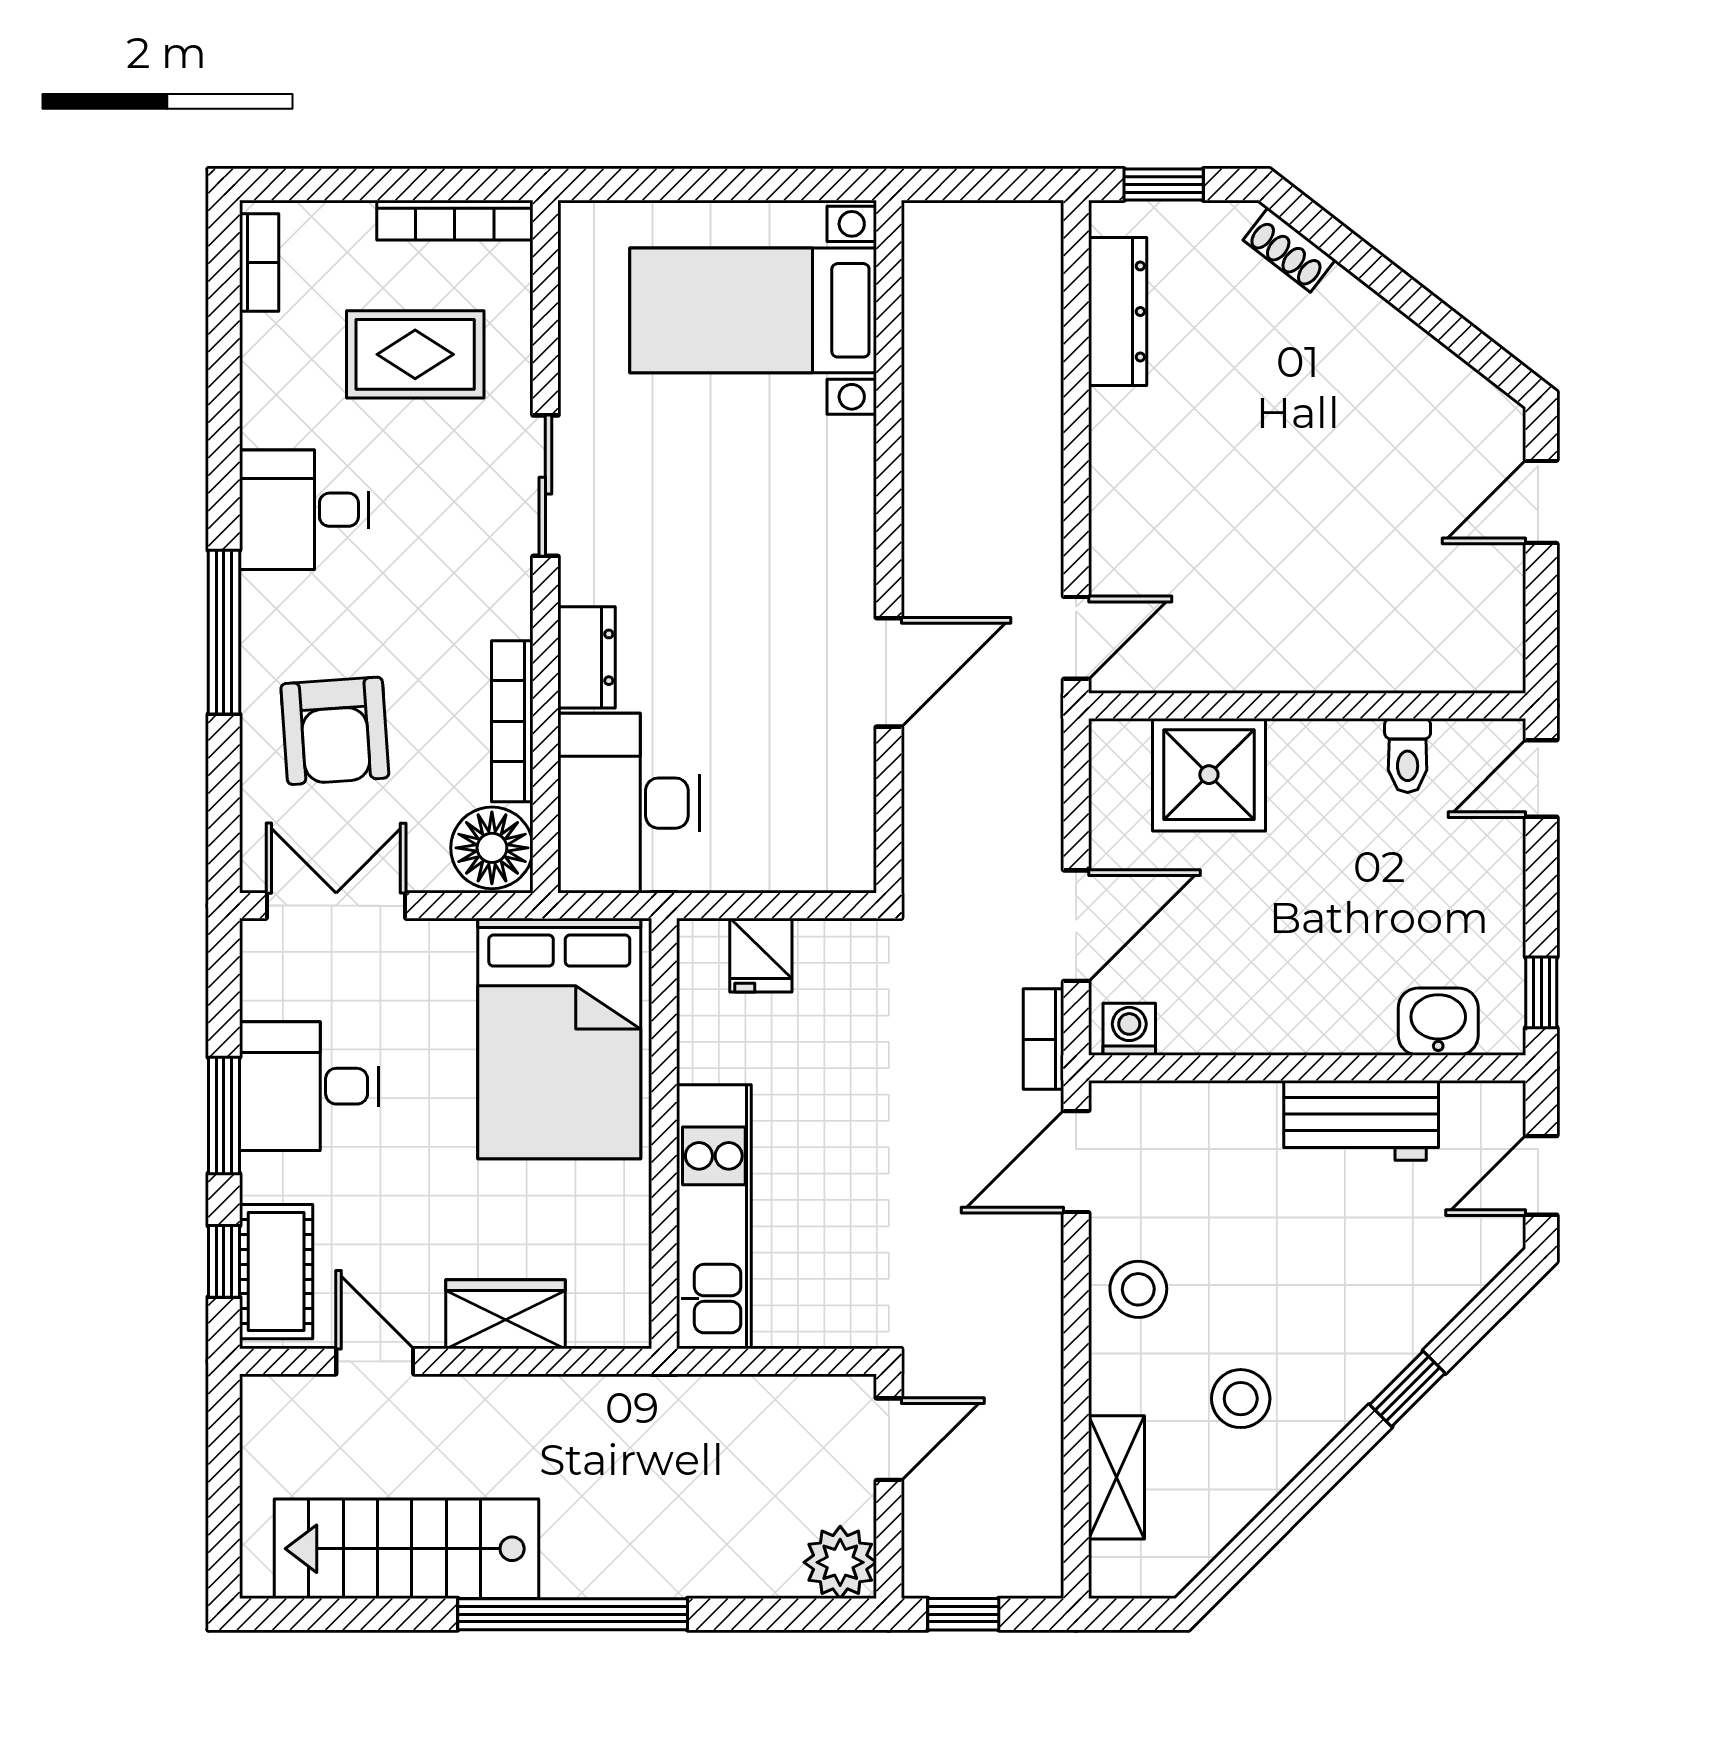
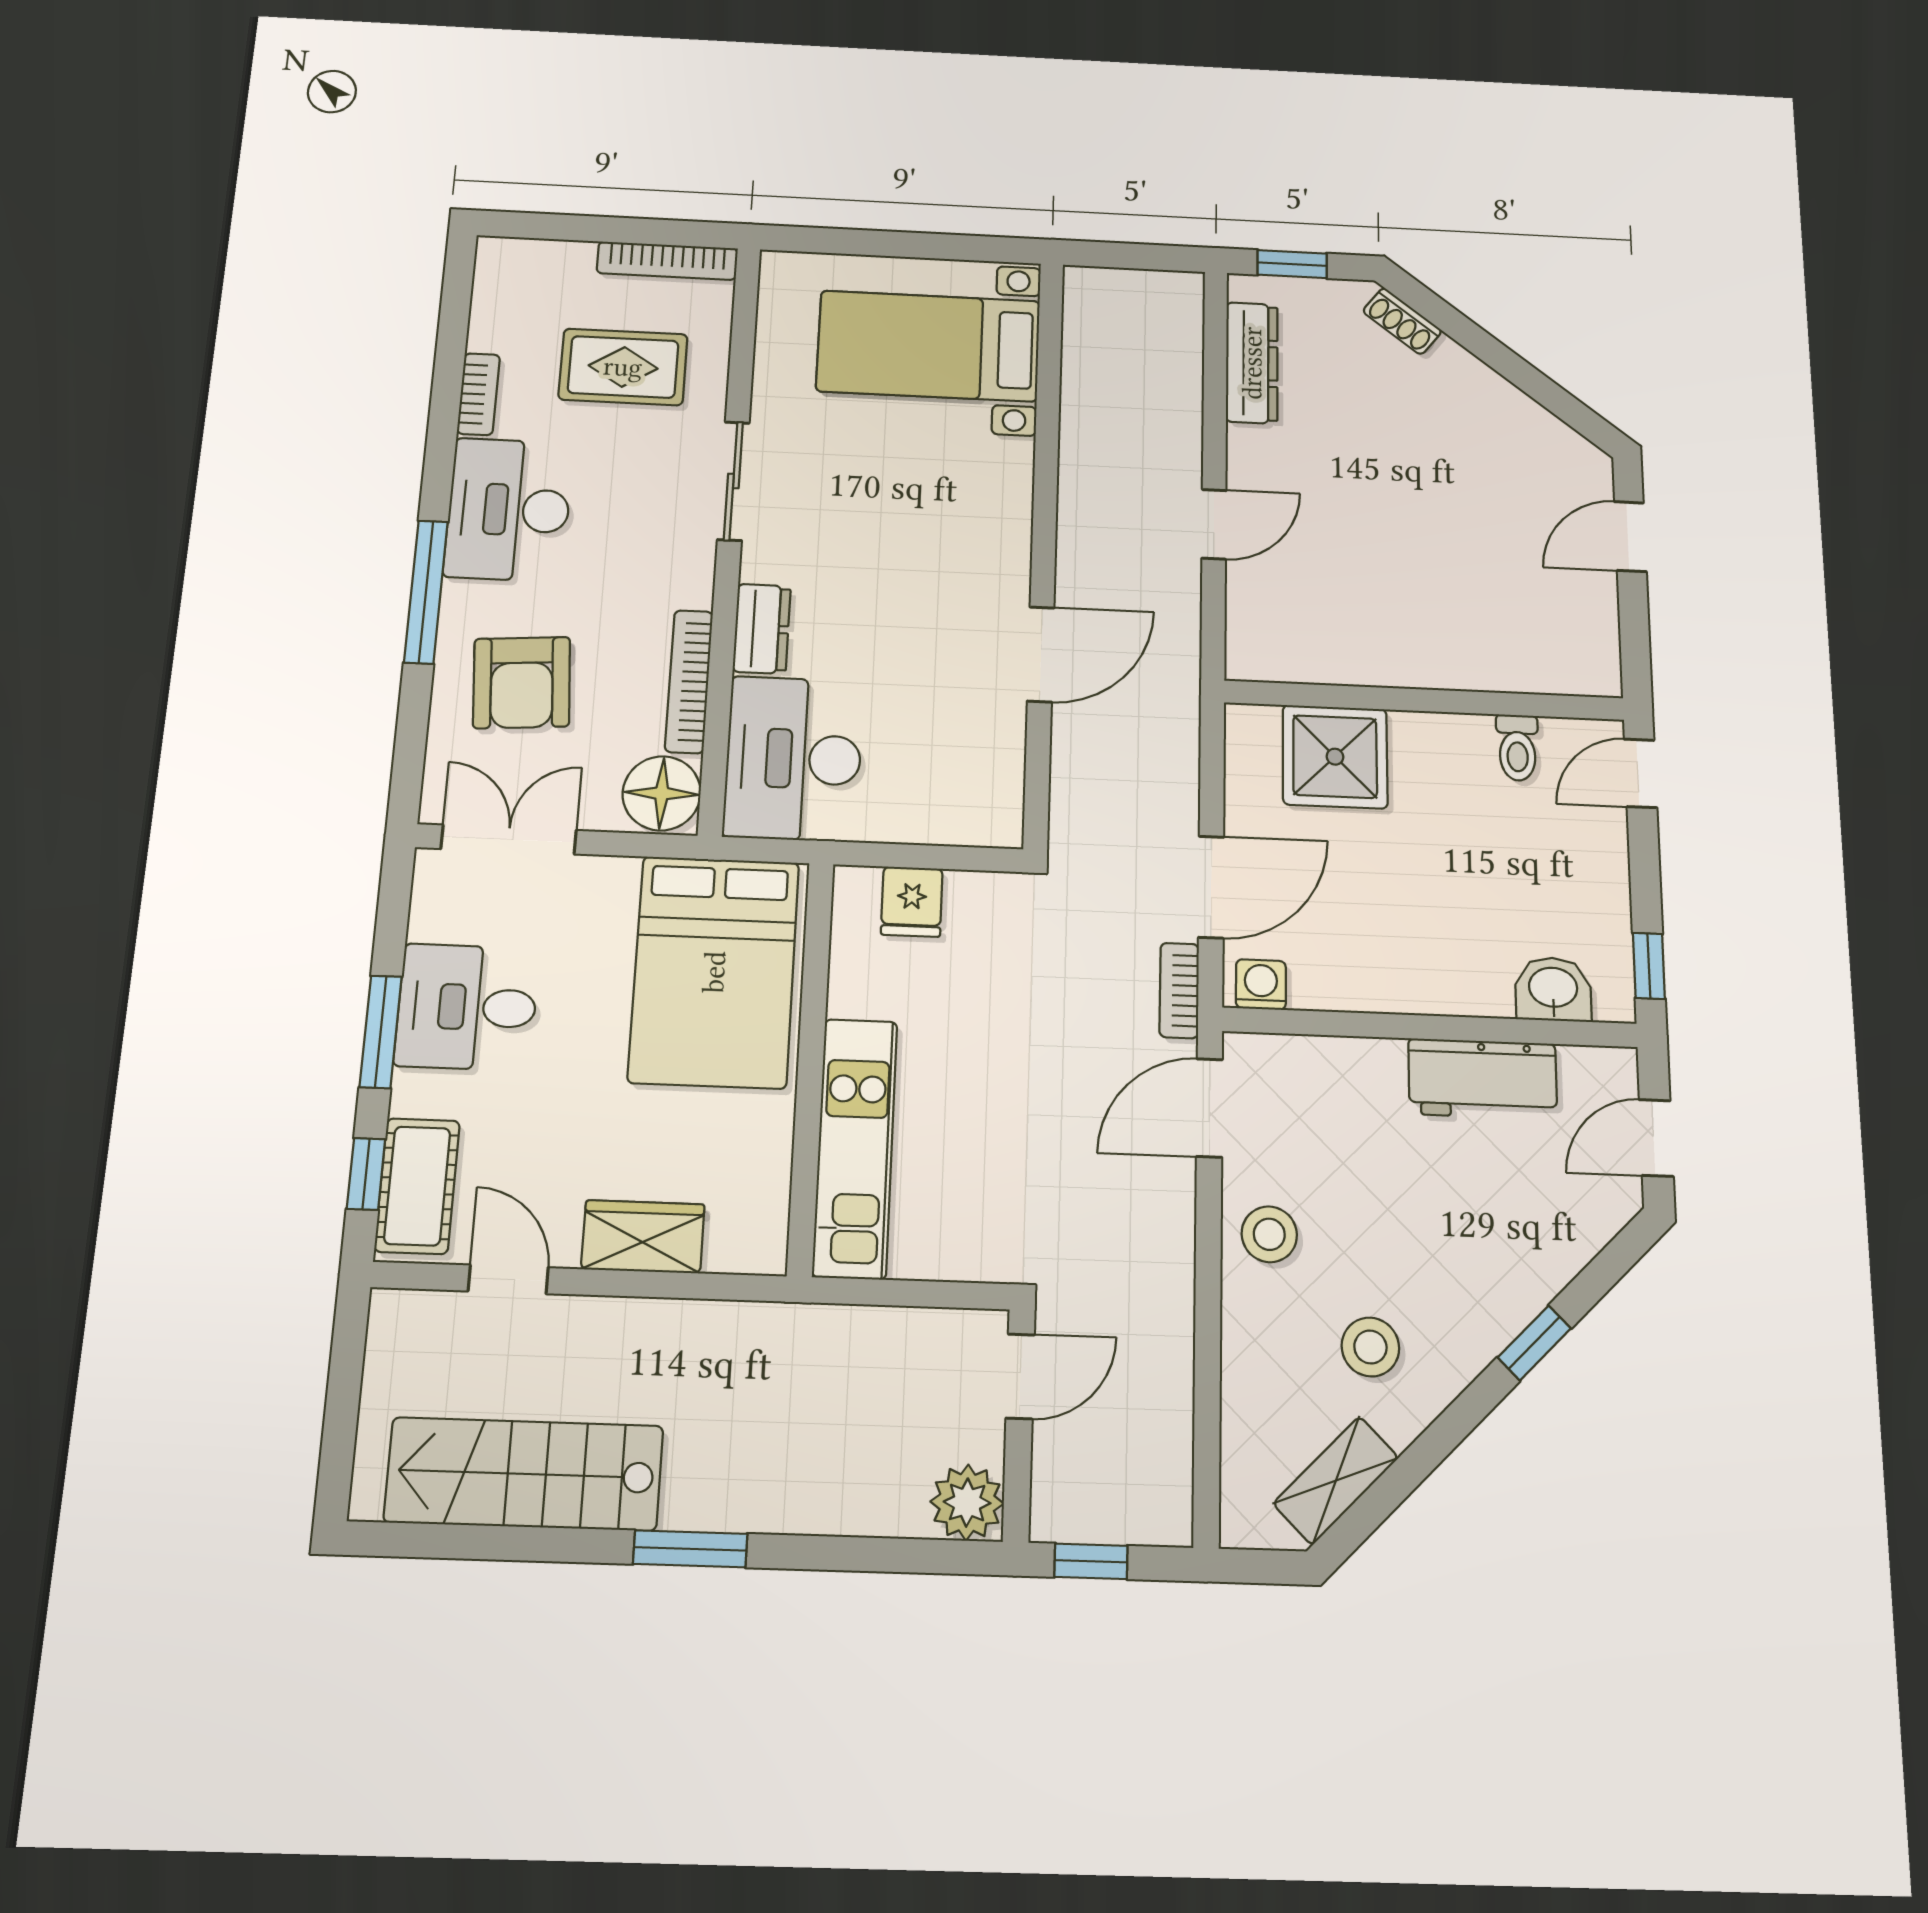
bookcase: (259, 263) -> (479, 394), moved
desk: (304, 510) -> (509, 510), width x1.37
door: (1076, 638) -> (1214, 524), moved
shelving: (1116, 1477) -> (1336, 1480), moved, turned 45
window: (573, 1614) -> (690, 1549), width x0.47

